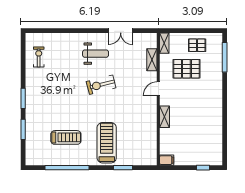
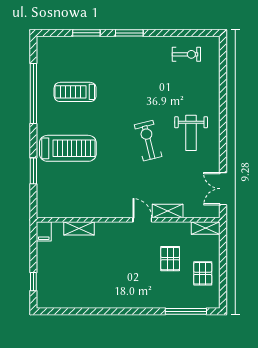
double door: (121, 31) -> (223, 189), moved
shelving: (152, 60) -> (168, 211), moved
pallet: (186, 69) -> (170, 259), width x0.67, depth x0.71
shelving: (165, 117) -> (79, 228), moved
treadmill: (66, 137) -> (75, 92), turned 90

